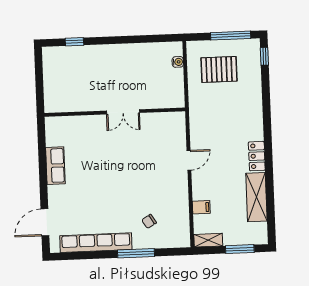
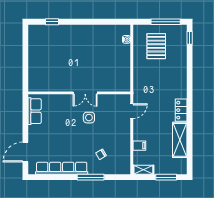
pallet: (219, 69) -> (156, 46), turned 90
wall: (115, 112) -> (79, 93), moved
double door: (123, 112) -> (85, 93), moved
side table: (131, 171) -> (89, 118), added

